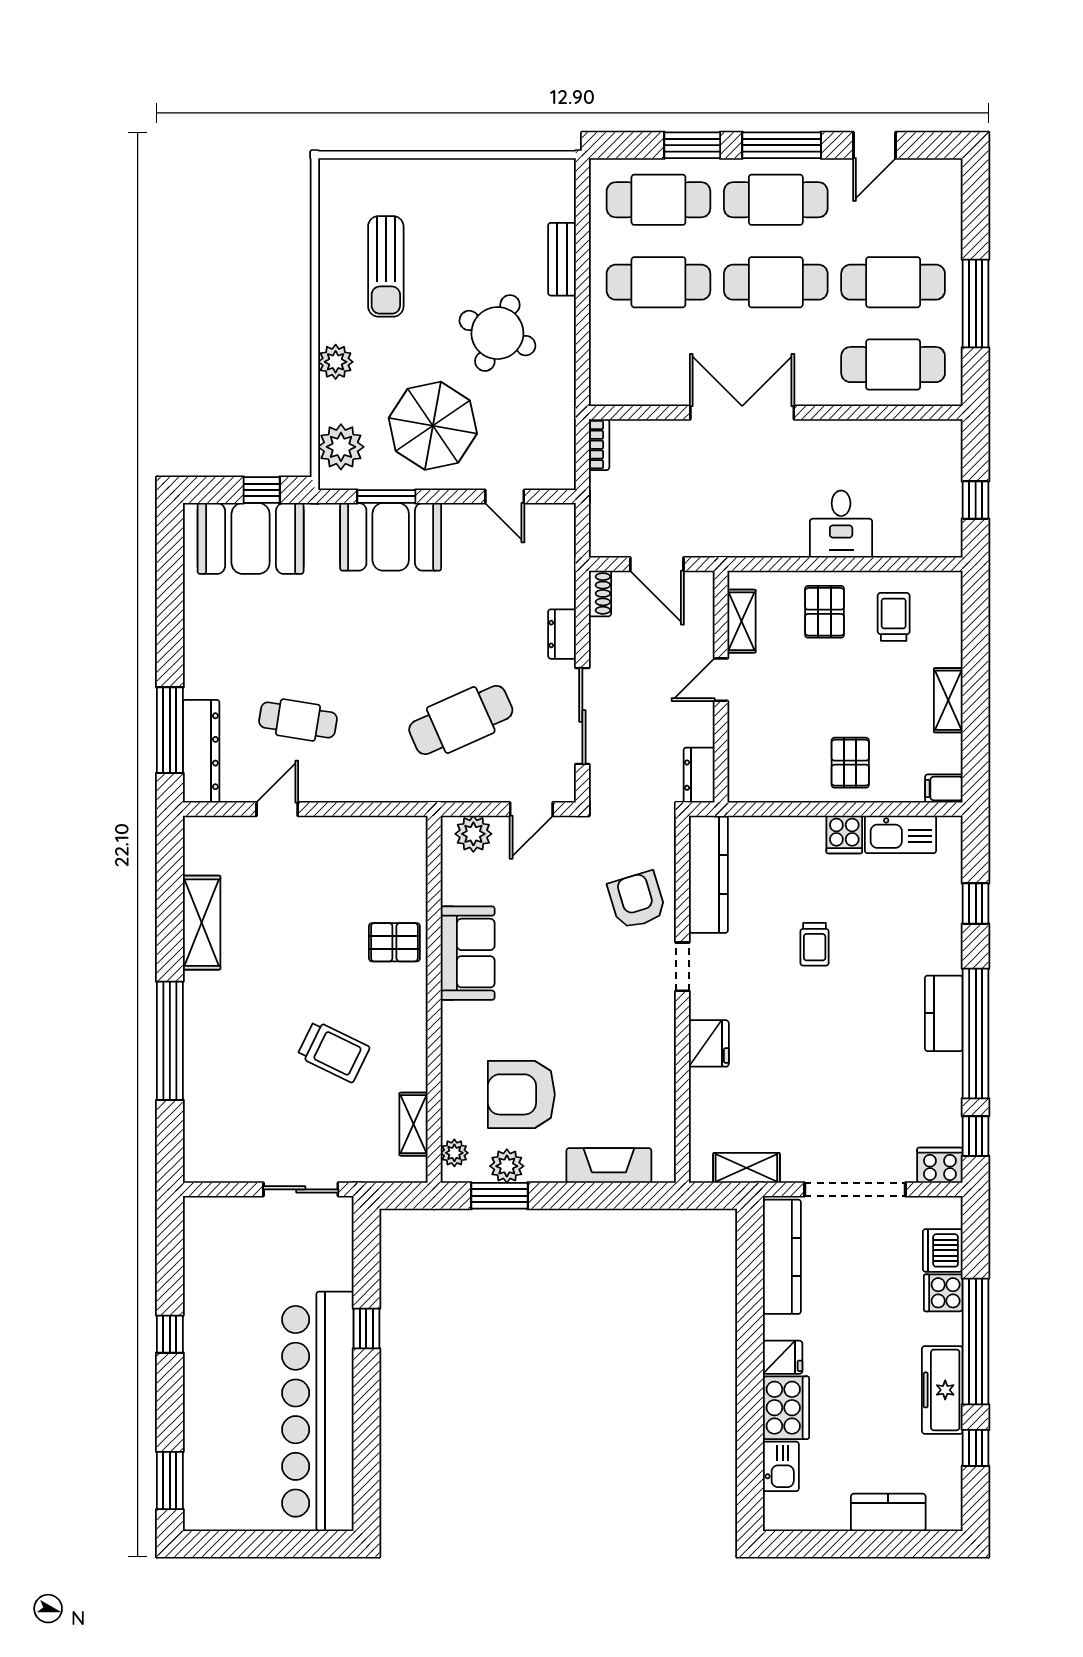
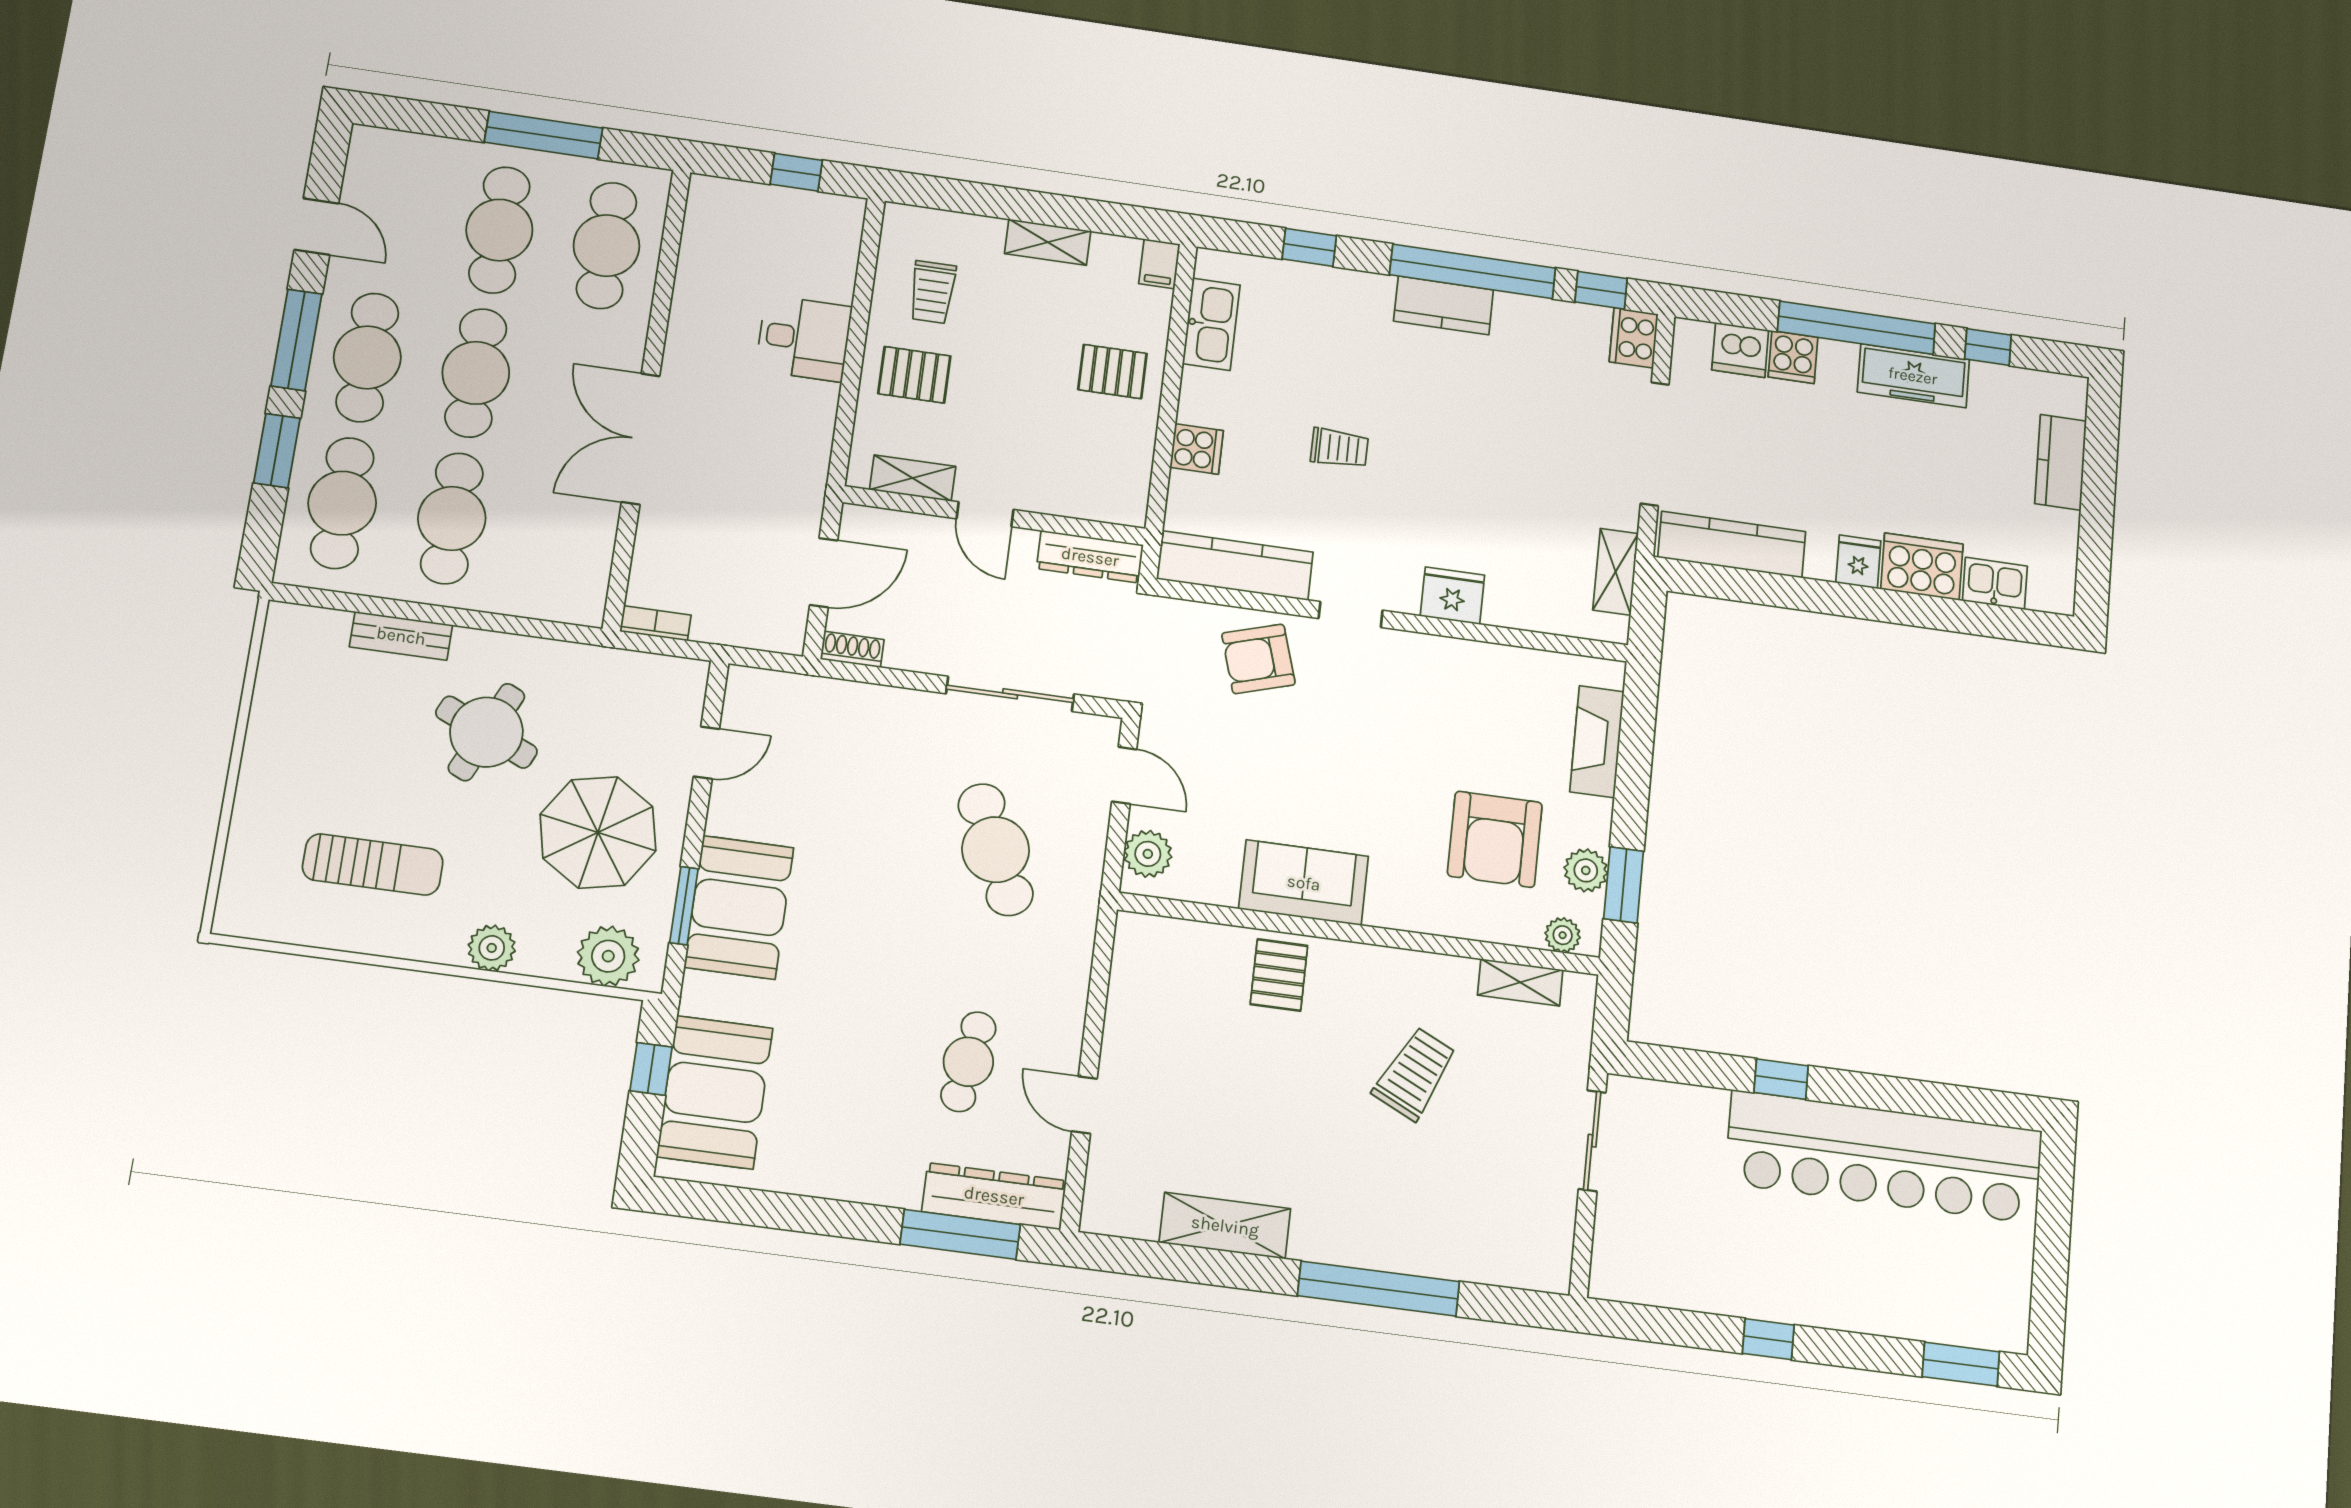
trolley: (894, 617) -> (932, 292), turned -90
dresser: (562, 634) -> (899, 705), removed
dresser: (699, 775) -> (1090, 557), width x1.44
cooker: (844, 834) -> (1197, 449), moved

